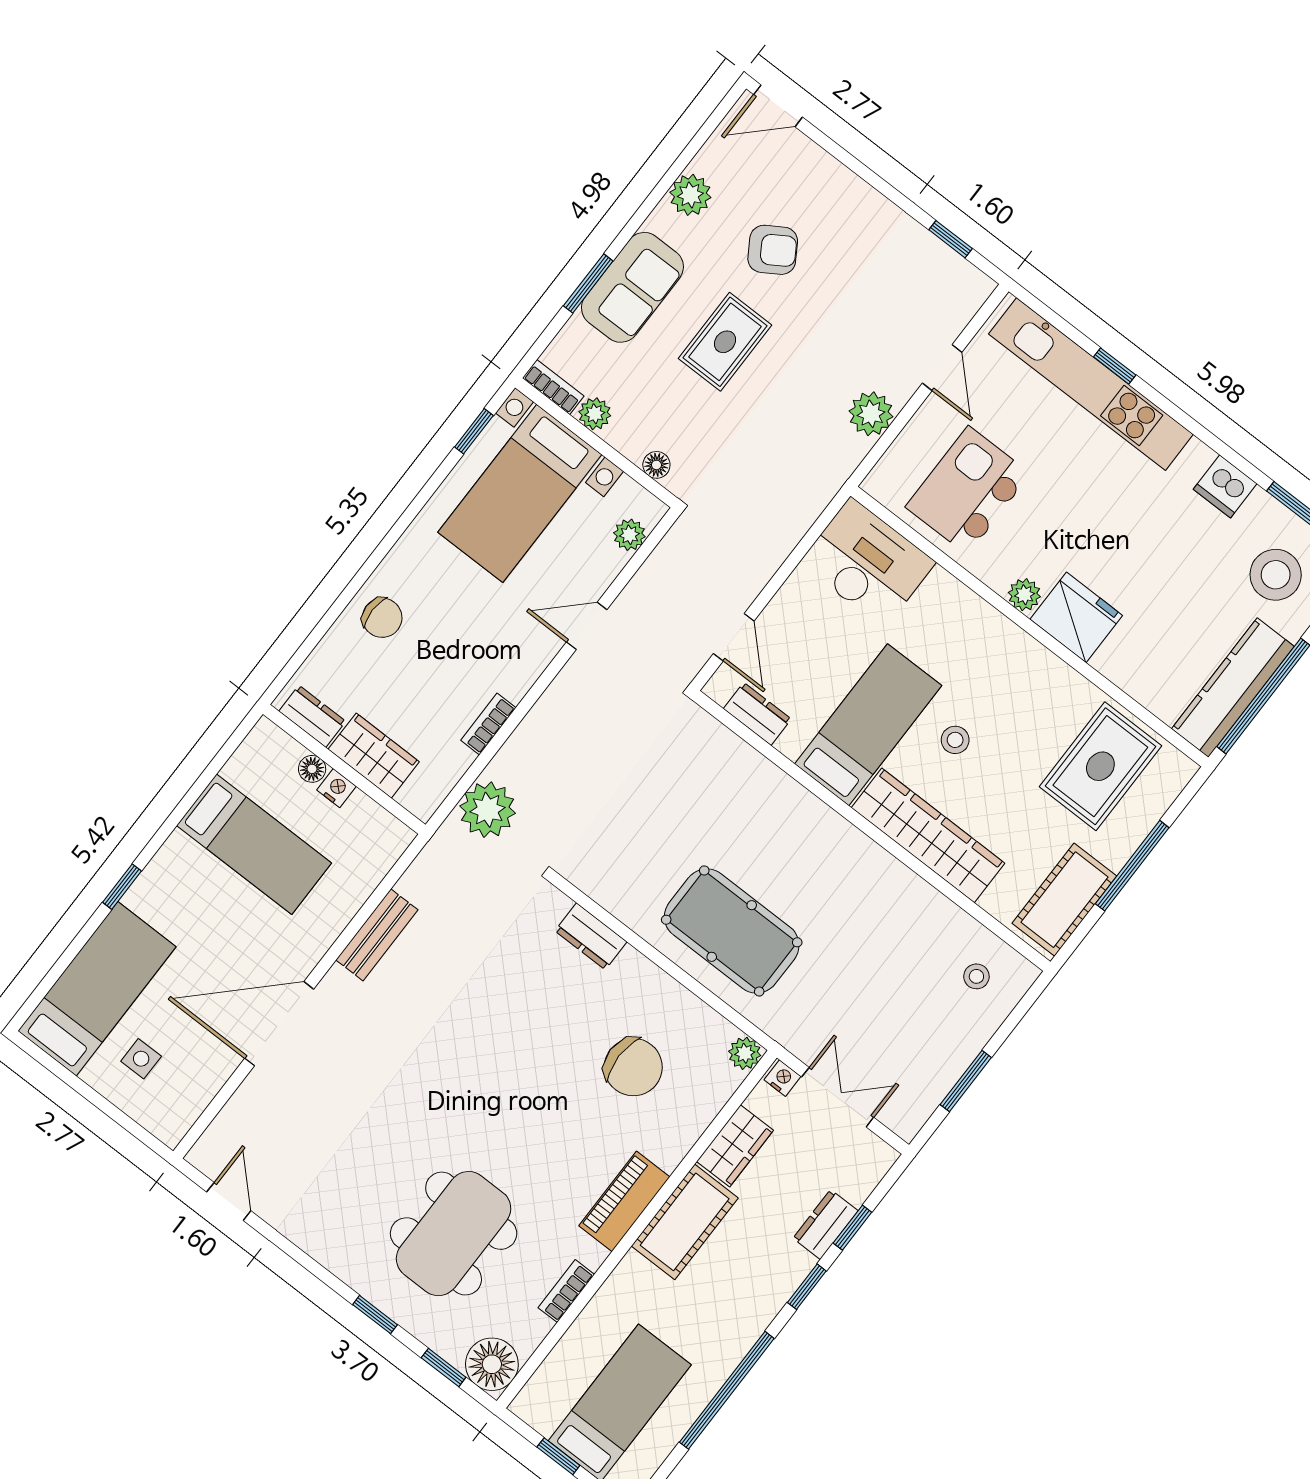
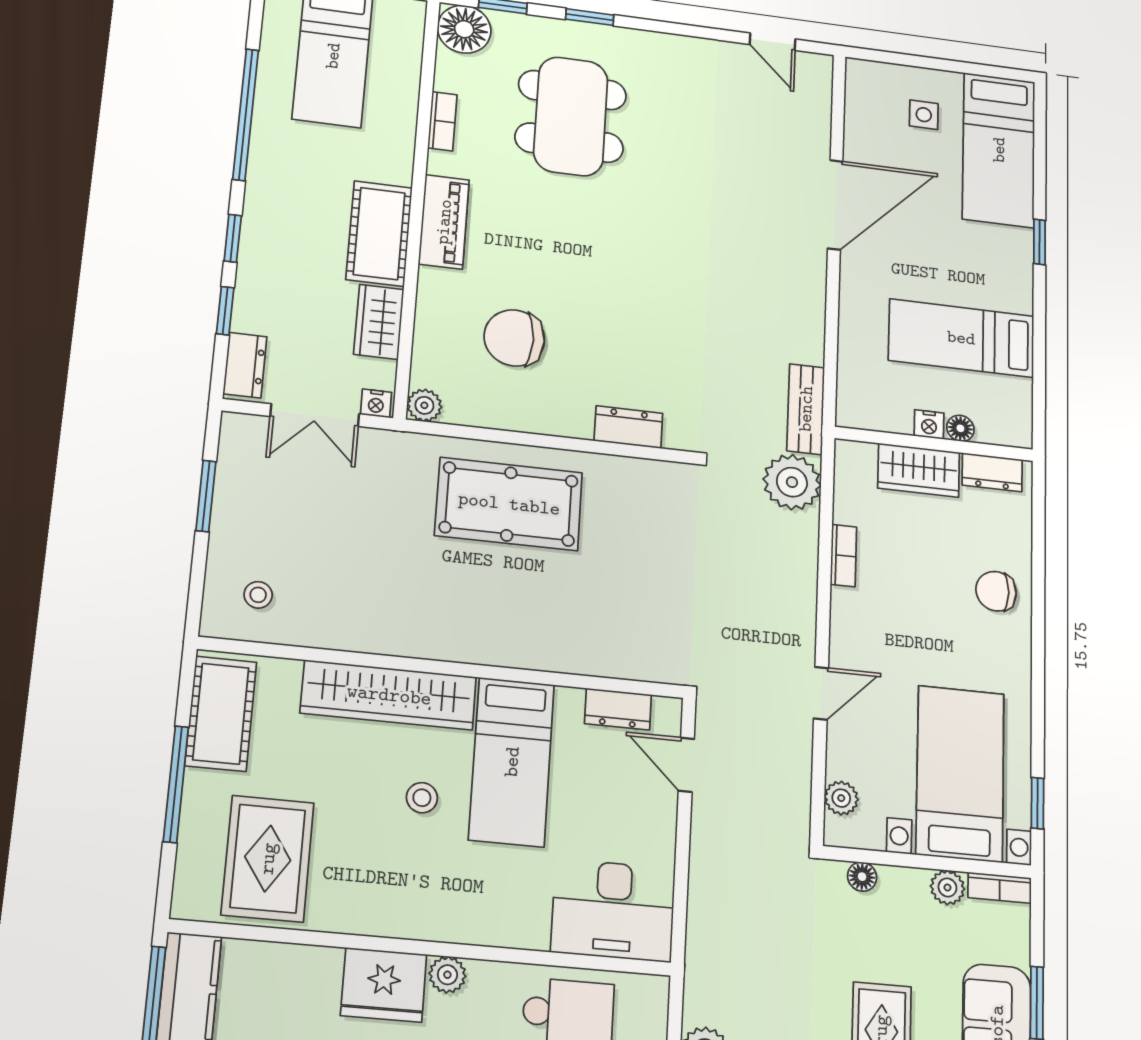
bench: (377, 935) -> (806, 409), moved
dresser: (825, 1225) -> (245, 365), moved

